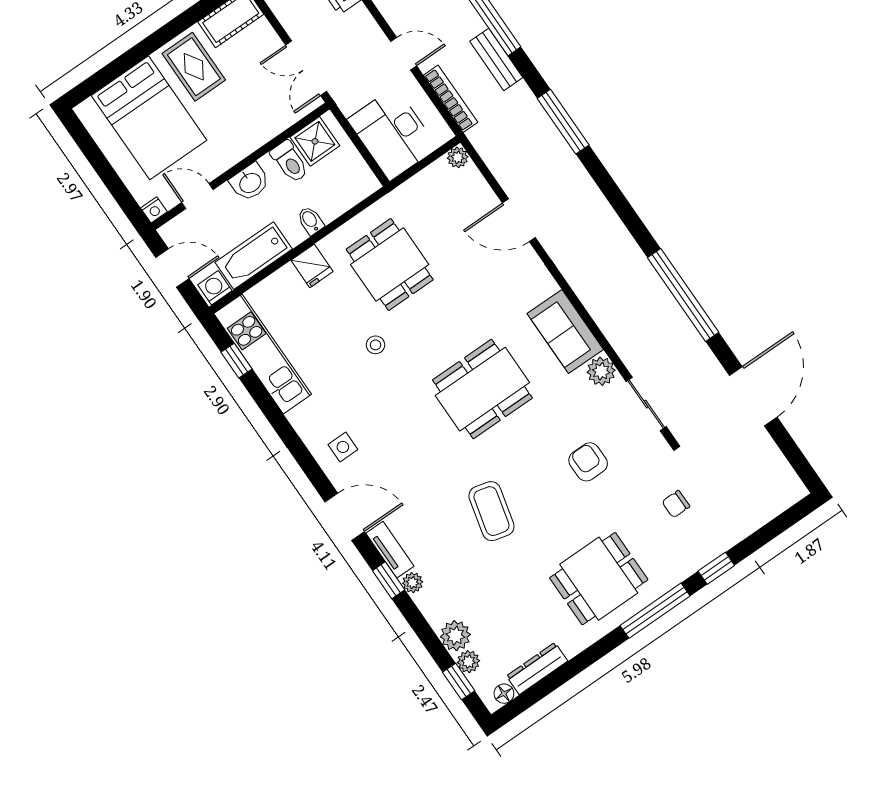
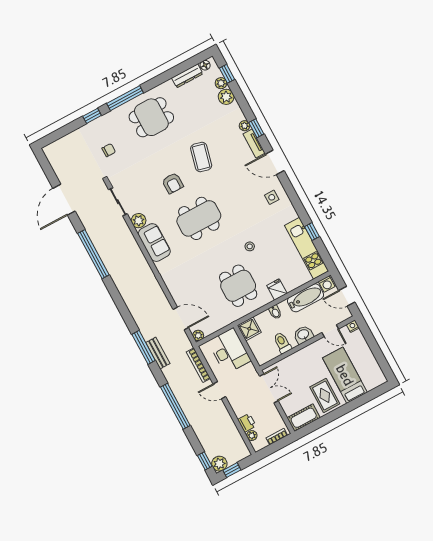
bench: (496, 59) -> (158, 353), moved
bed: (149, 118) -> (345, 375), width x0.67
shower: (315, 141) -> (249, 329), moved
door: (519, 220) -> (181, 318), moved
window: (237, 361) -> (312, 232), moved
armchair: (588, 462) -> (173, 183), moved

